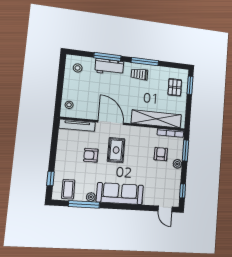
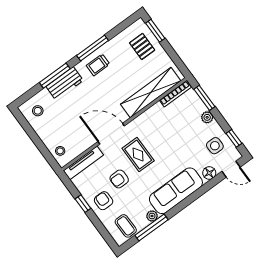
armchair: (161, 154) -> (104, 201), moved
window: (51, 179) -> (83, 204), moved
side table: (168, 186) -> (215, 146), added
floor lamp: (150, 200) -> (209, 173), added

